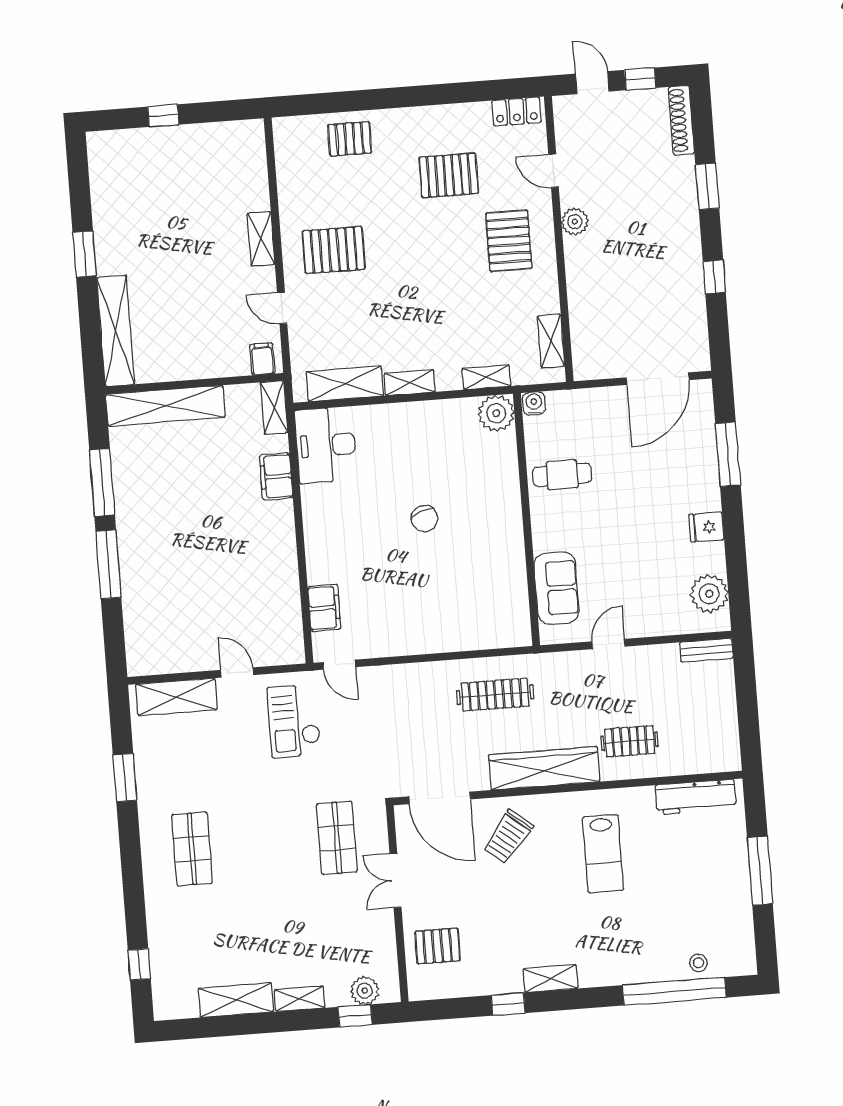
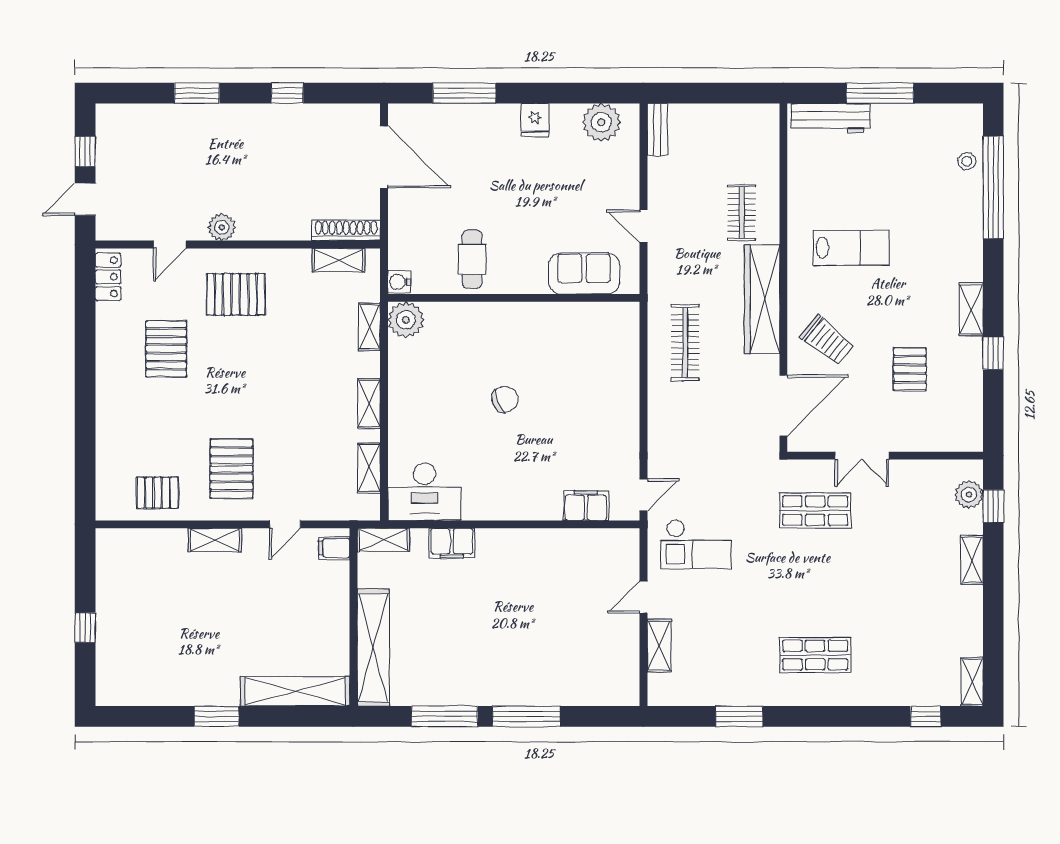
shoe rack: (681, 120) -> (346, 230), moved, turned 180
pallet: (350, 139) -> (157, 493), moved, turned 90
shelving: (345, 384) -> (369, 468), width x0.67, depth x0.75
shelving: (176, 697) -> (659, 646), width x0.67, depth x0.75
workbench: (696, 797) -> (830, 118), moved, turned 90
pallet: (437, 946) -> (910, 369), moved
shelving: (236, 1000) -> (972, 682), moved, width x0.67, depth x0.75

